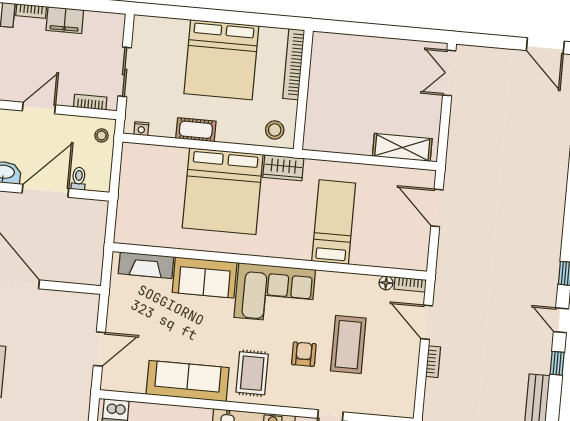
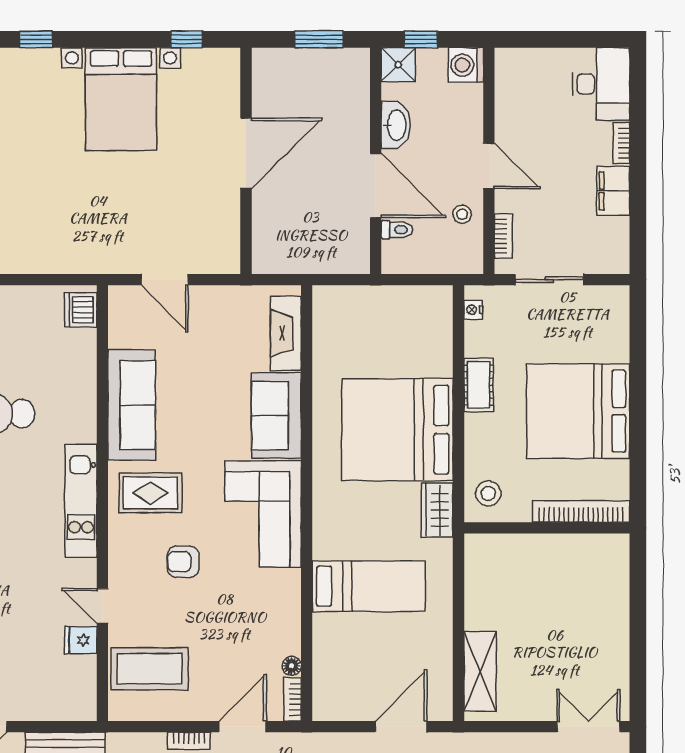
stool: (102, 135) -> (462, 214), moved
coffee table: (348, 345) -> (150, 669), moved
armchair: (304, 354) -> (183, 562), turned 180

